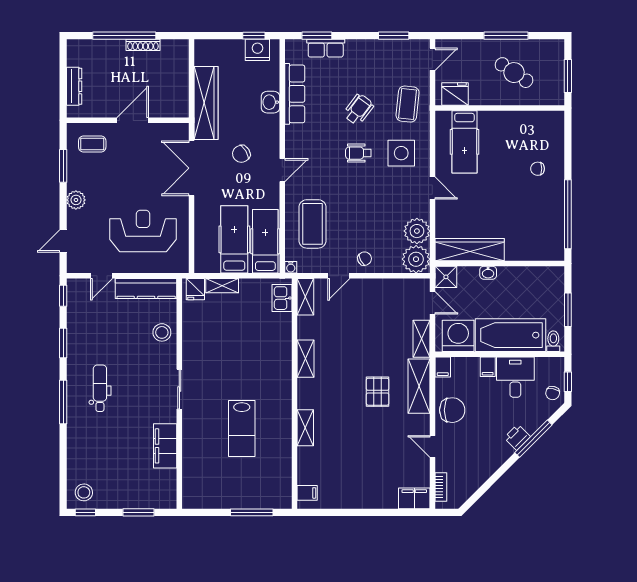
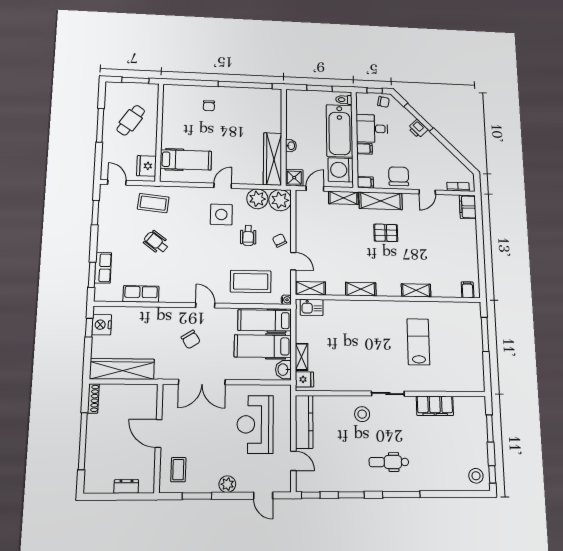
shoe rack: (143, 45) -> (93, 398), moved
dresser: (74, 86) -> (126, 486), width x0.70
row of seats: (295, 94) -> (141, 294), width x0.68
washbasin: (270, 102) -> (283, 370), moved, turned 90
wardrobe: (206, 103) -> (122, 369), moved
wheelchair: (358, 153) -> (248, 235), moved
side table: (401, 153) -> (221, 214), moved
stool: (162, 332) -> (362, 414), moved
lab bench: (242, 428) -> (418, 342), turned -90

